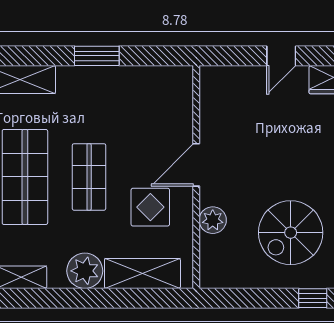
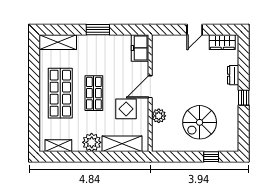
freezer: (177, 91) -> (140, 48), added

